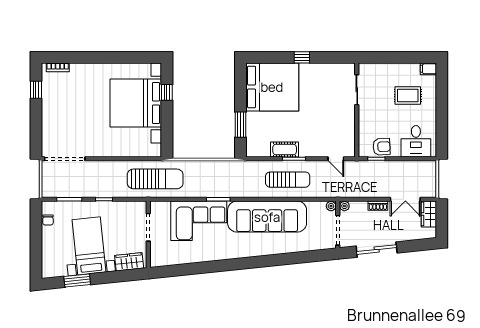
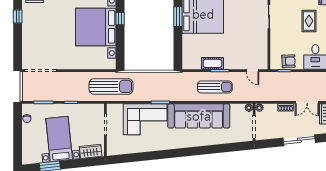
rug: (408, 95) -> (309, 21), turned 90
window: (241, 125) -> (178, 17), moved
sliding door: (377, 250) -> (299, 140), moved

